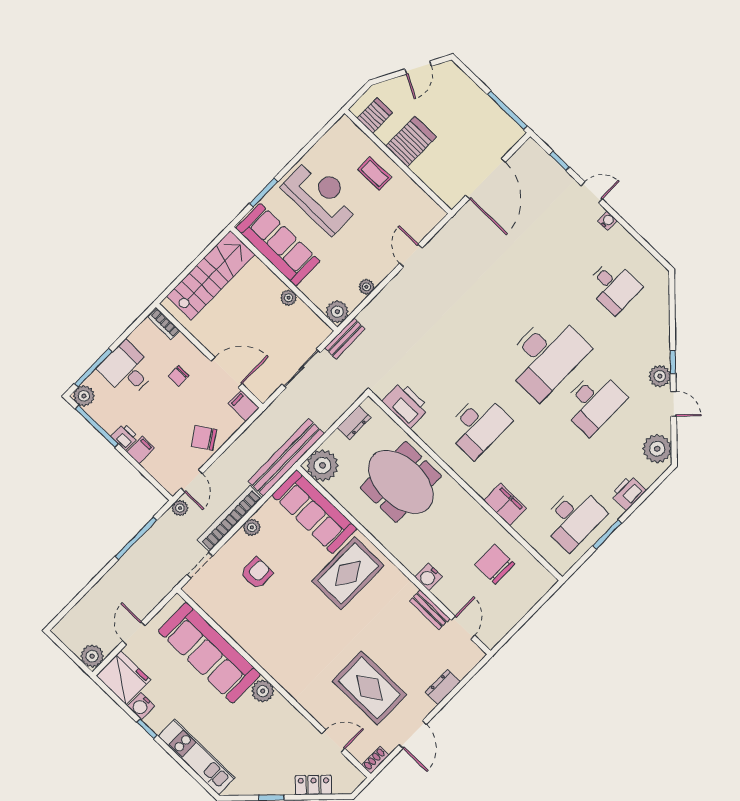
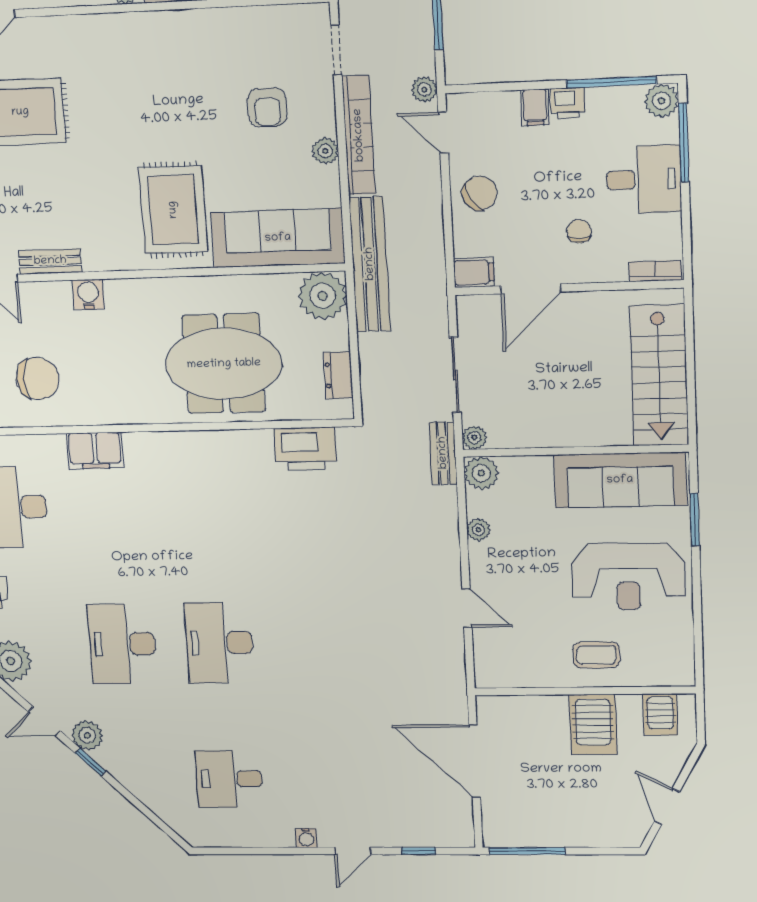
plant: (289, 298) -> (474, 438), moved
desk: (546, 356) -> (219, 643), width x0.73, depth x0.77
desk: (478, 426) -> (209, 503), removed

